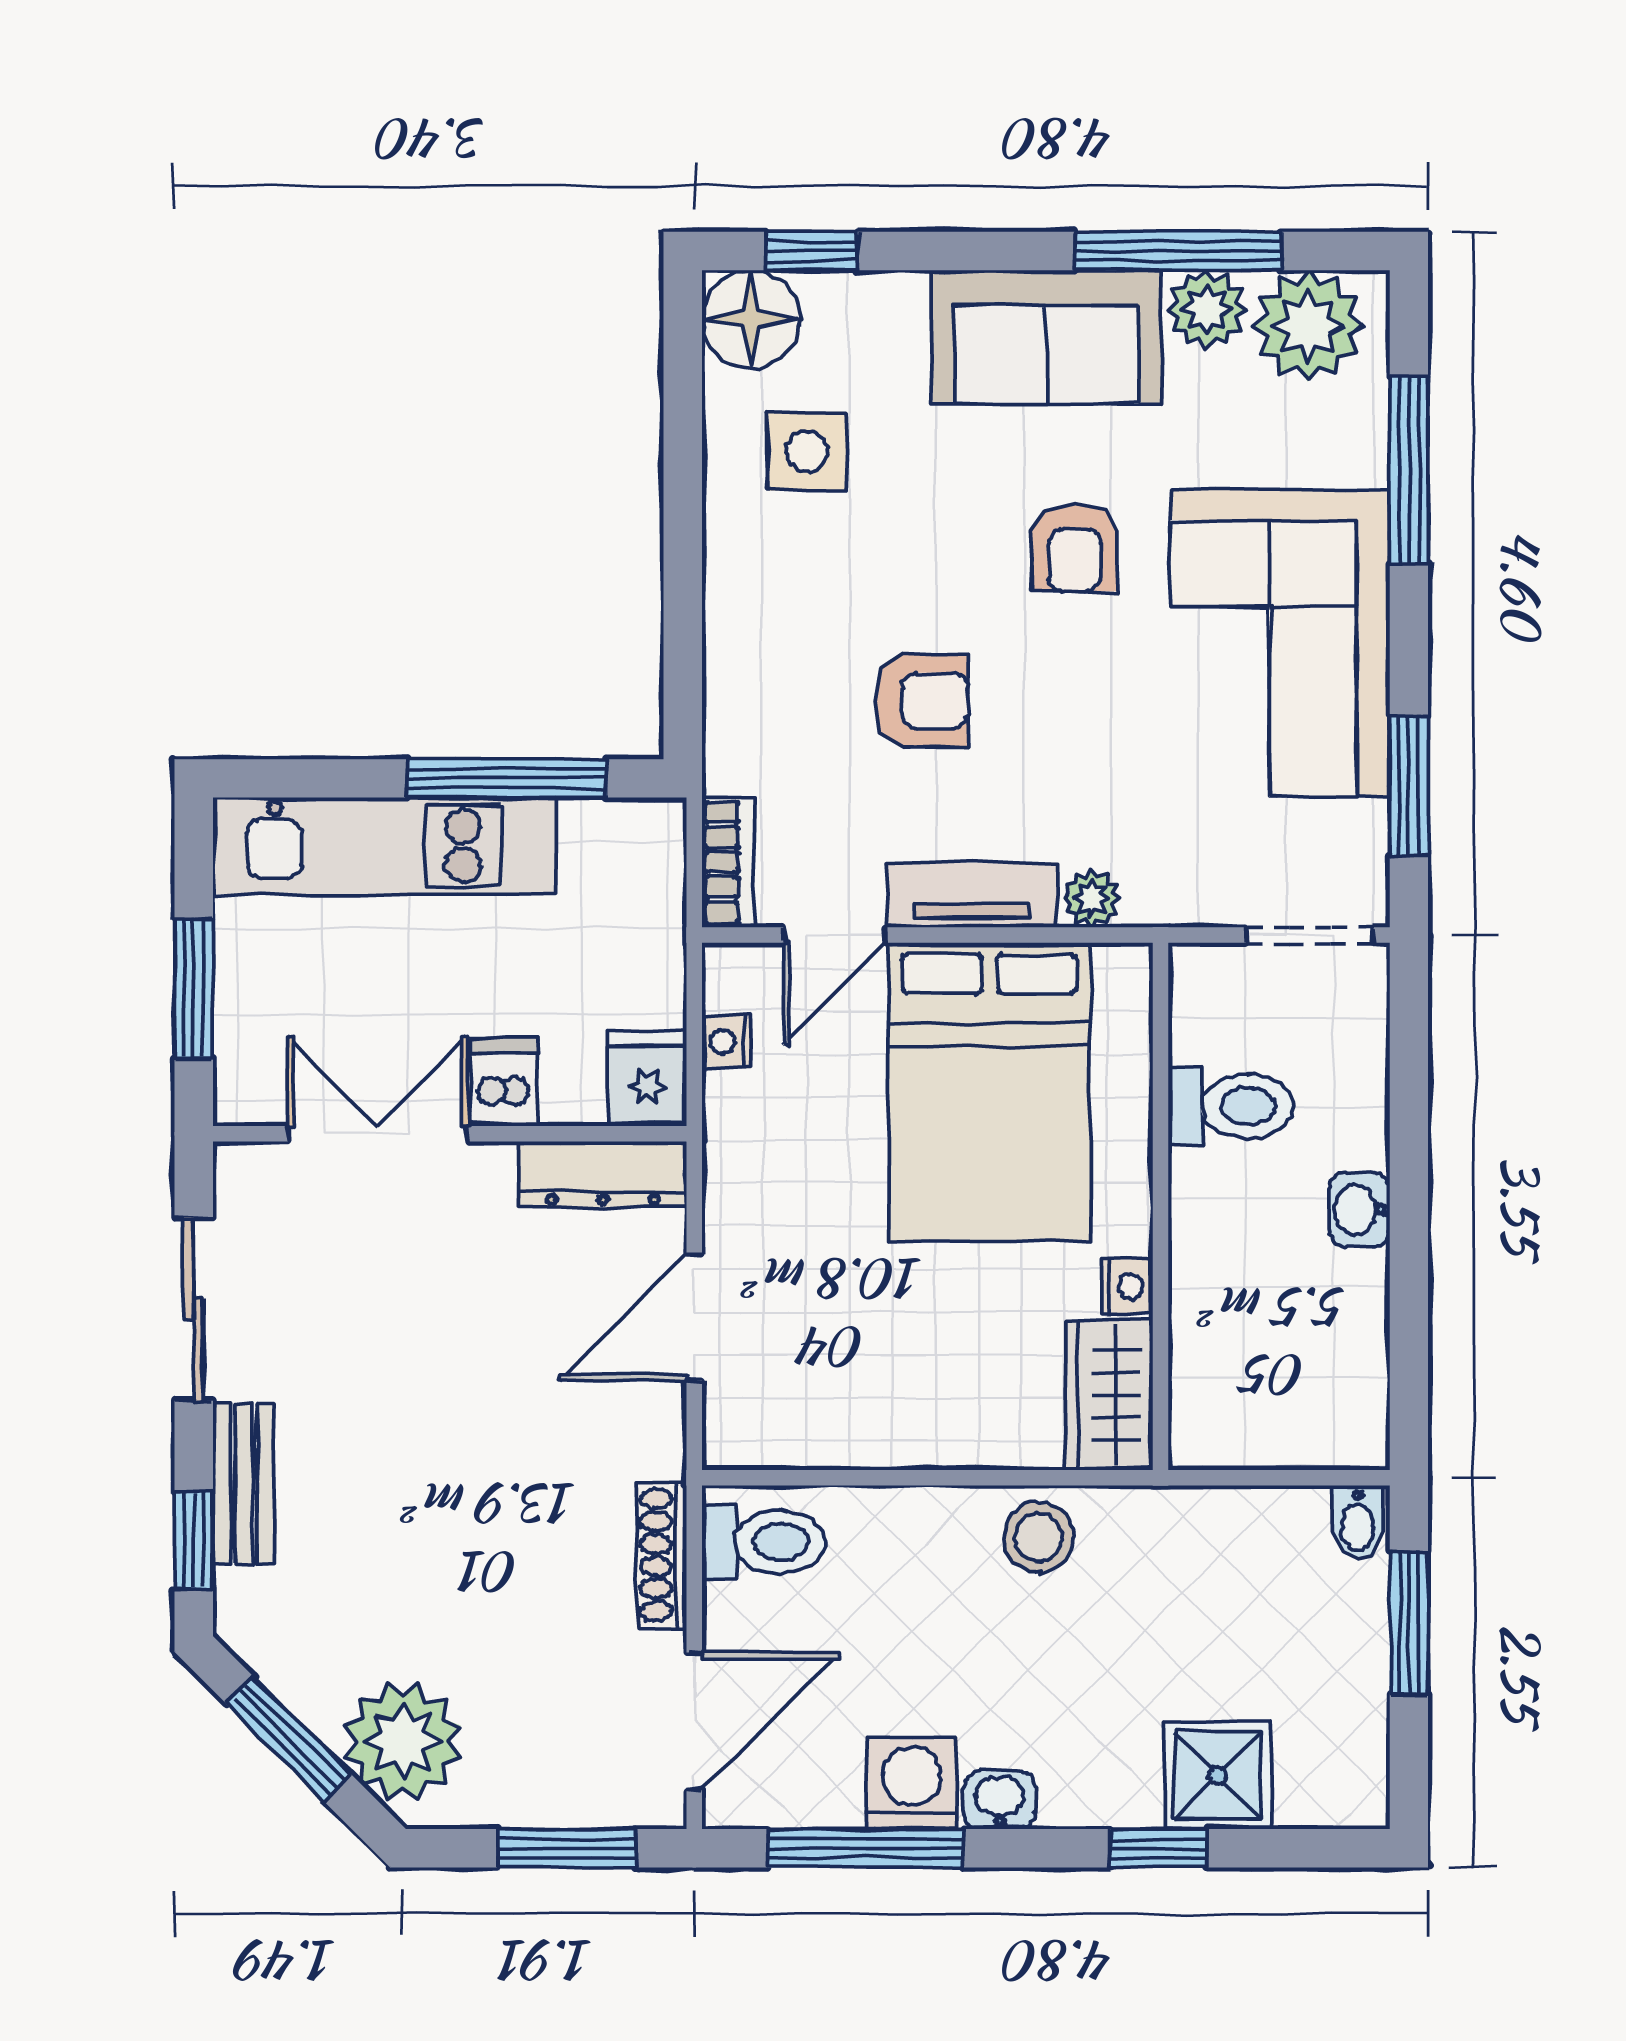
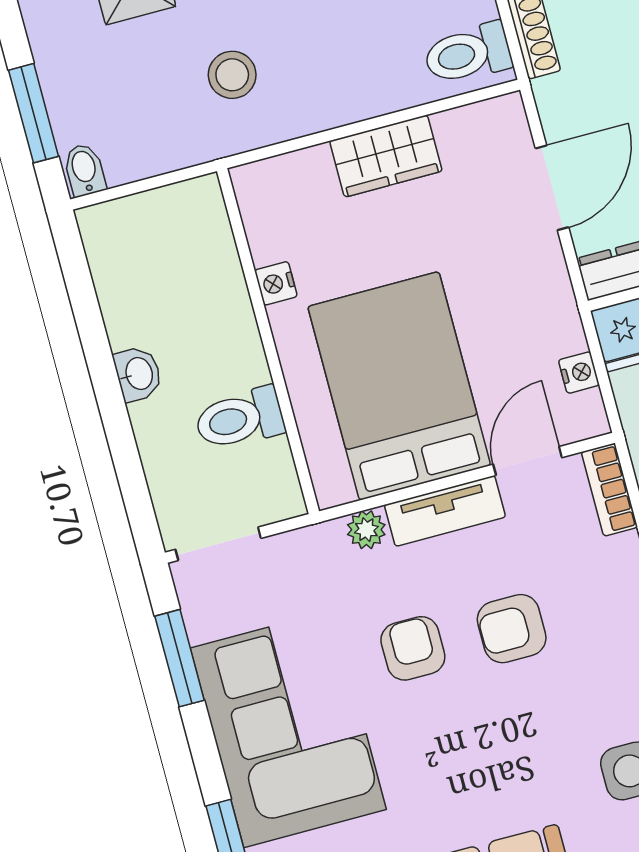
armchair: (1075, 548) -> (413, 648), moved
wardrobe: (1109, 1395) -> (386, 156), moved, turned 90
stool: (1038, 1537) -> (232, 75), moved

